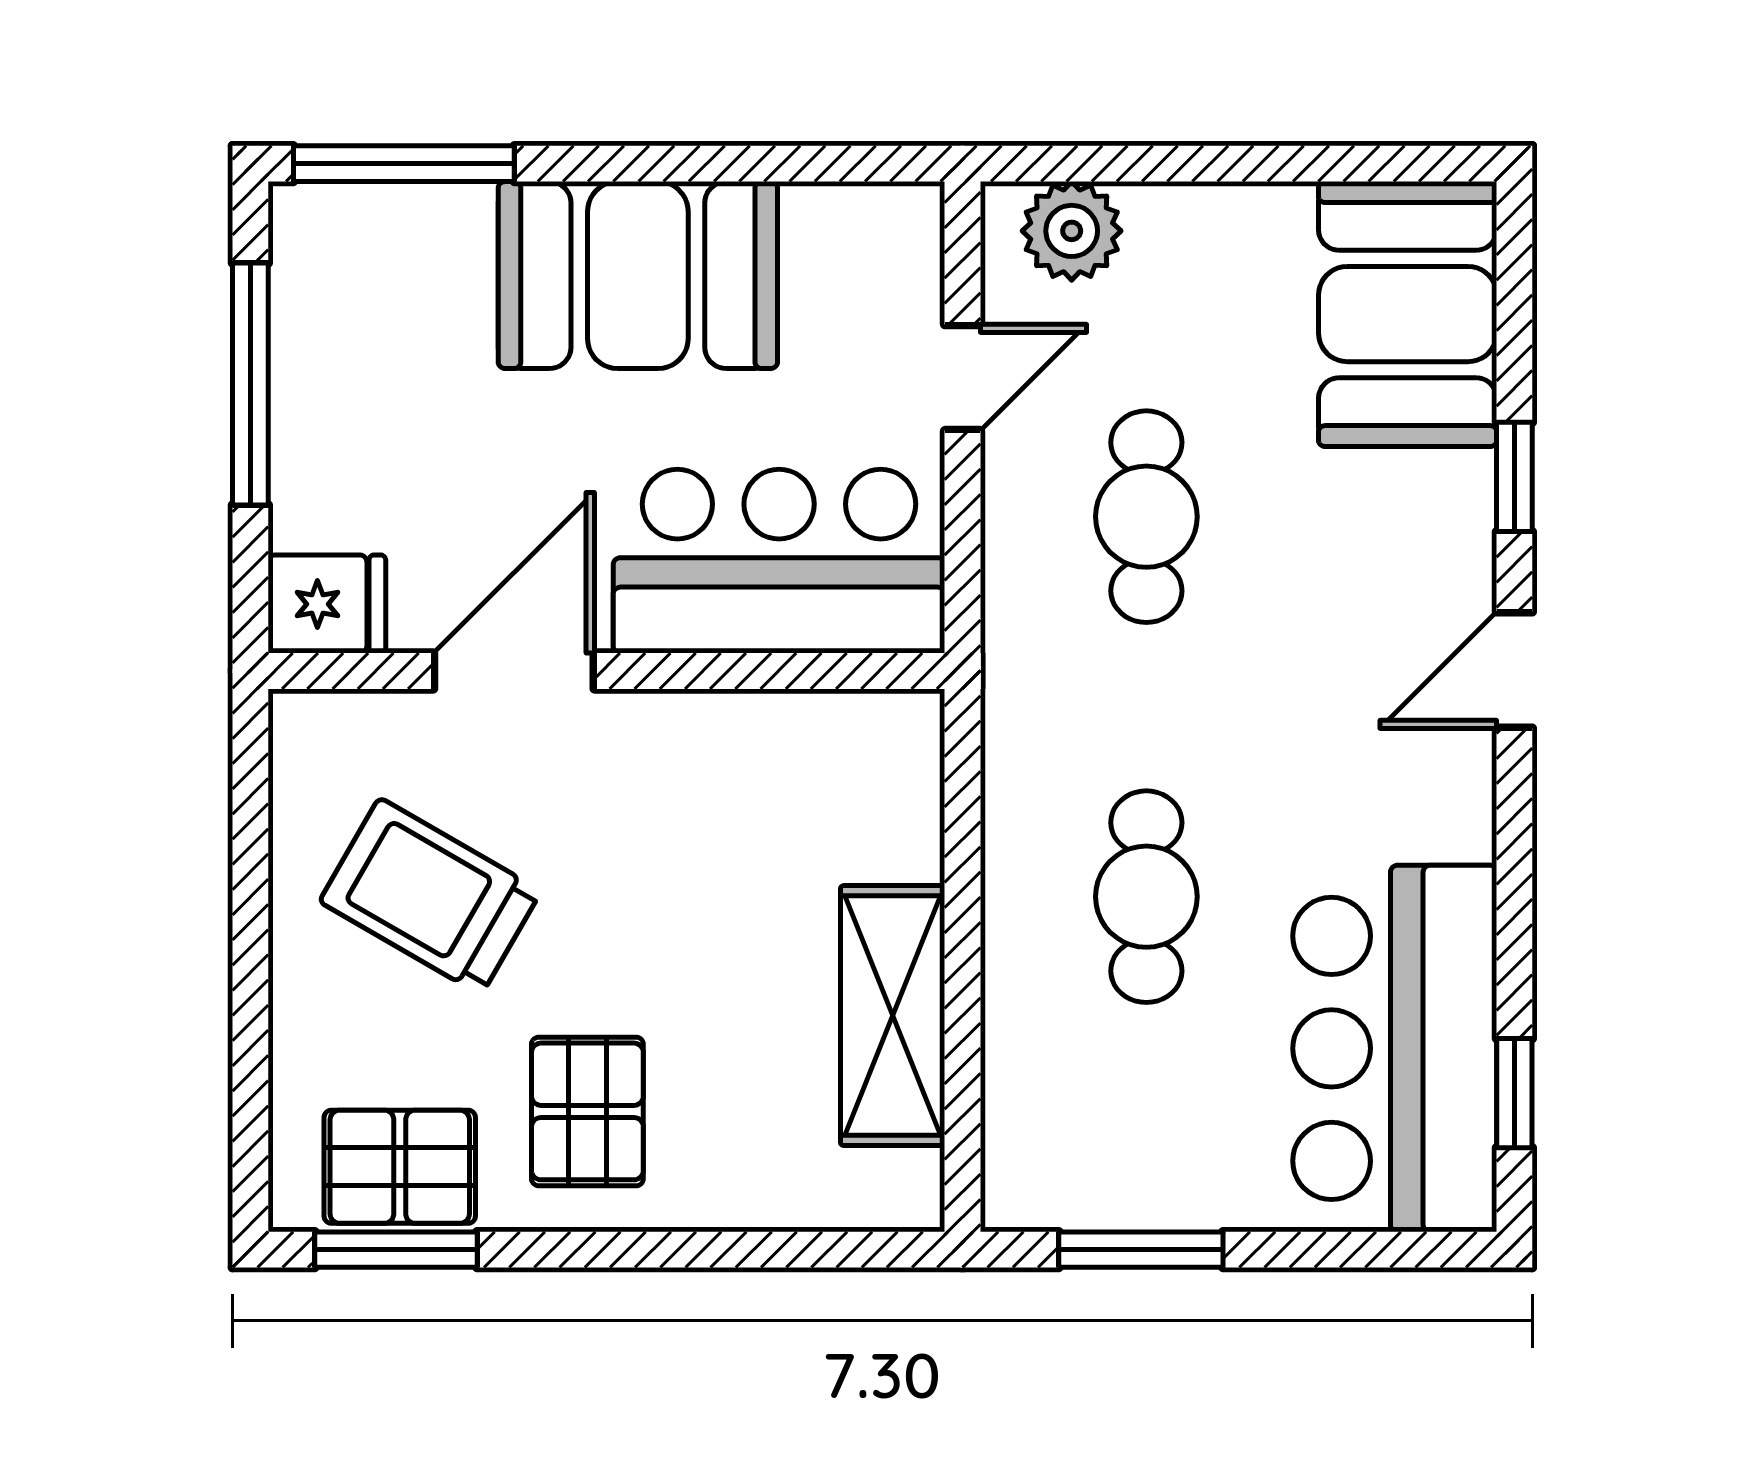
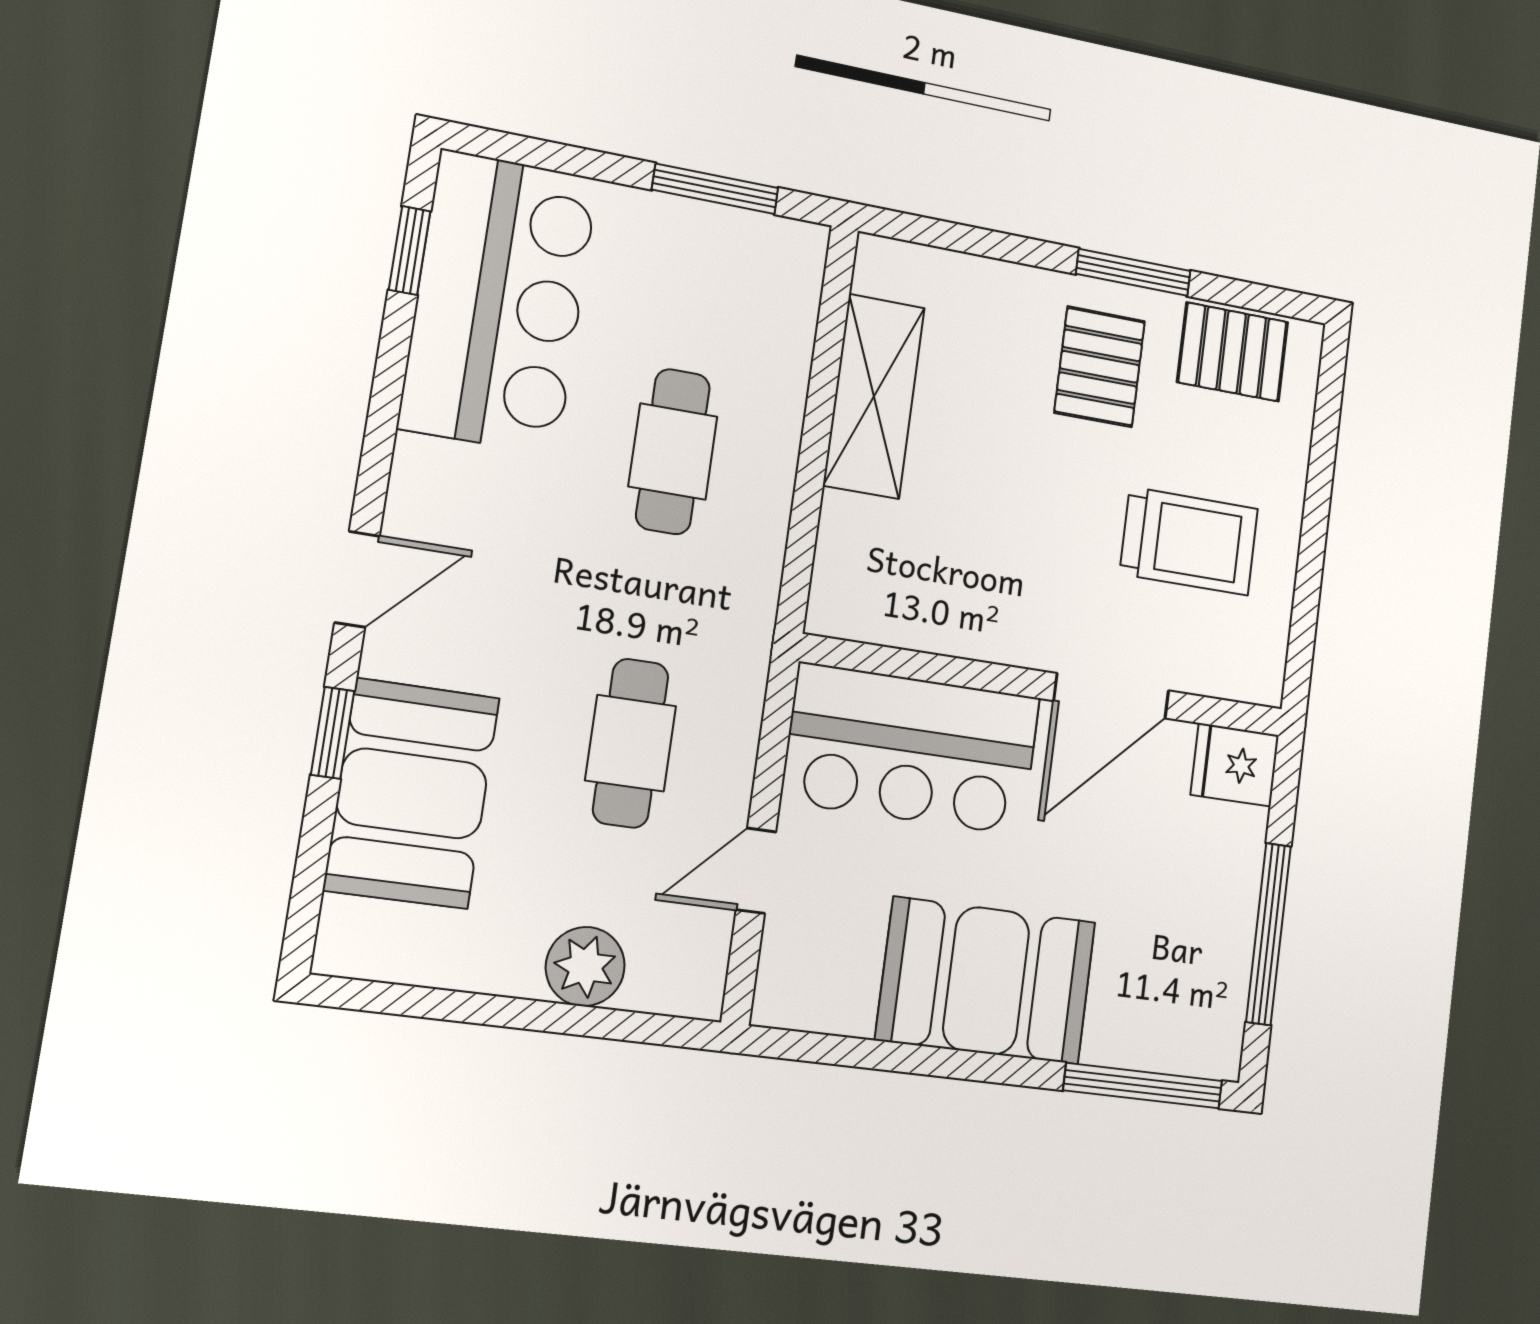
plant: (1072, 231) -> (585, 967), moved
booth: (1408, 314) -> (412, 793), moved
trolley: (430, 896) -> (1189, 541), turned -30
window: (396, 1250) -> (1133, 272), moved

